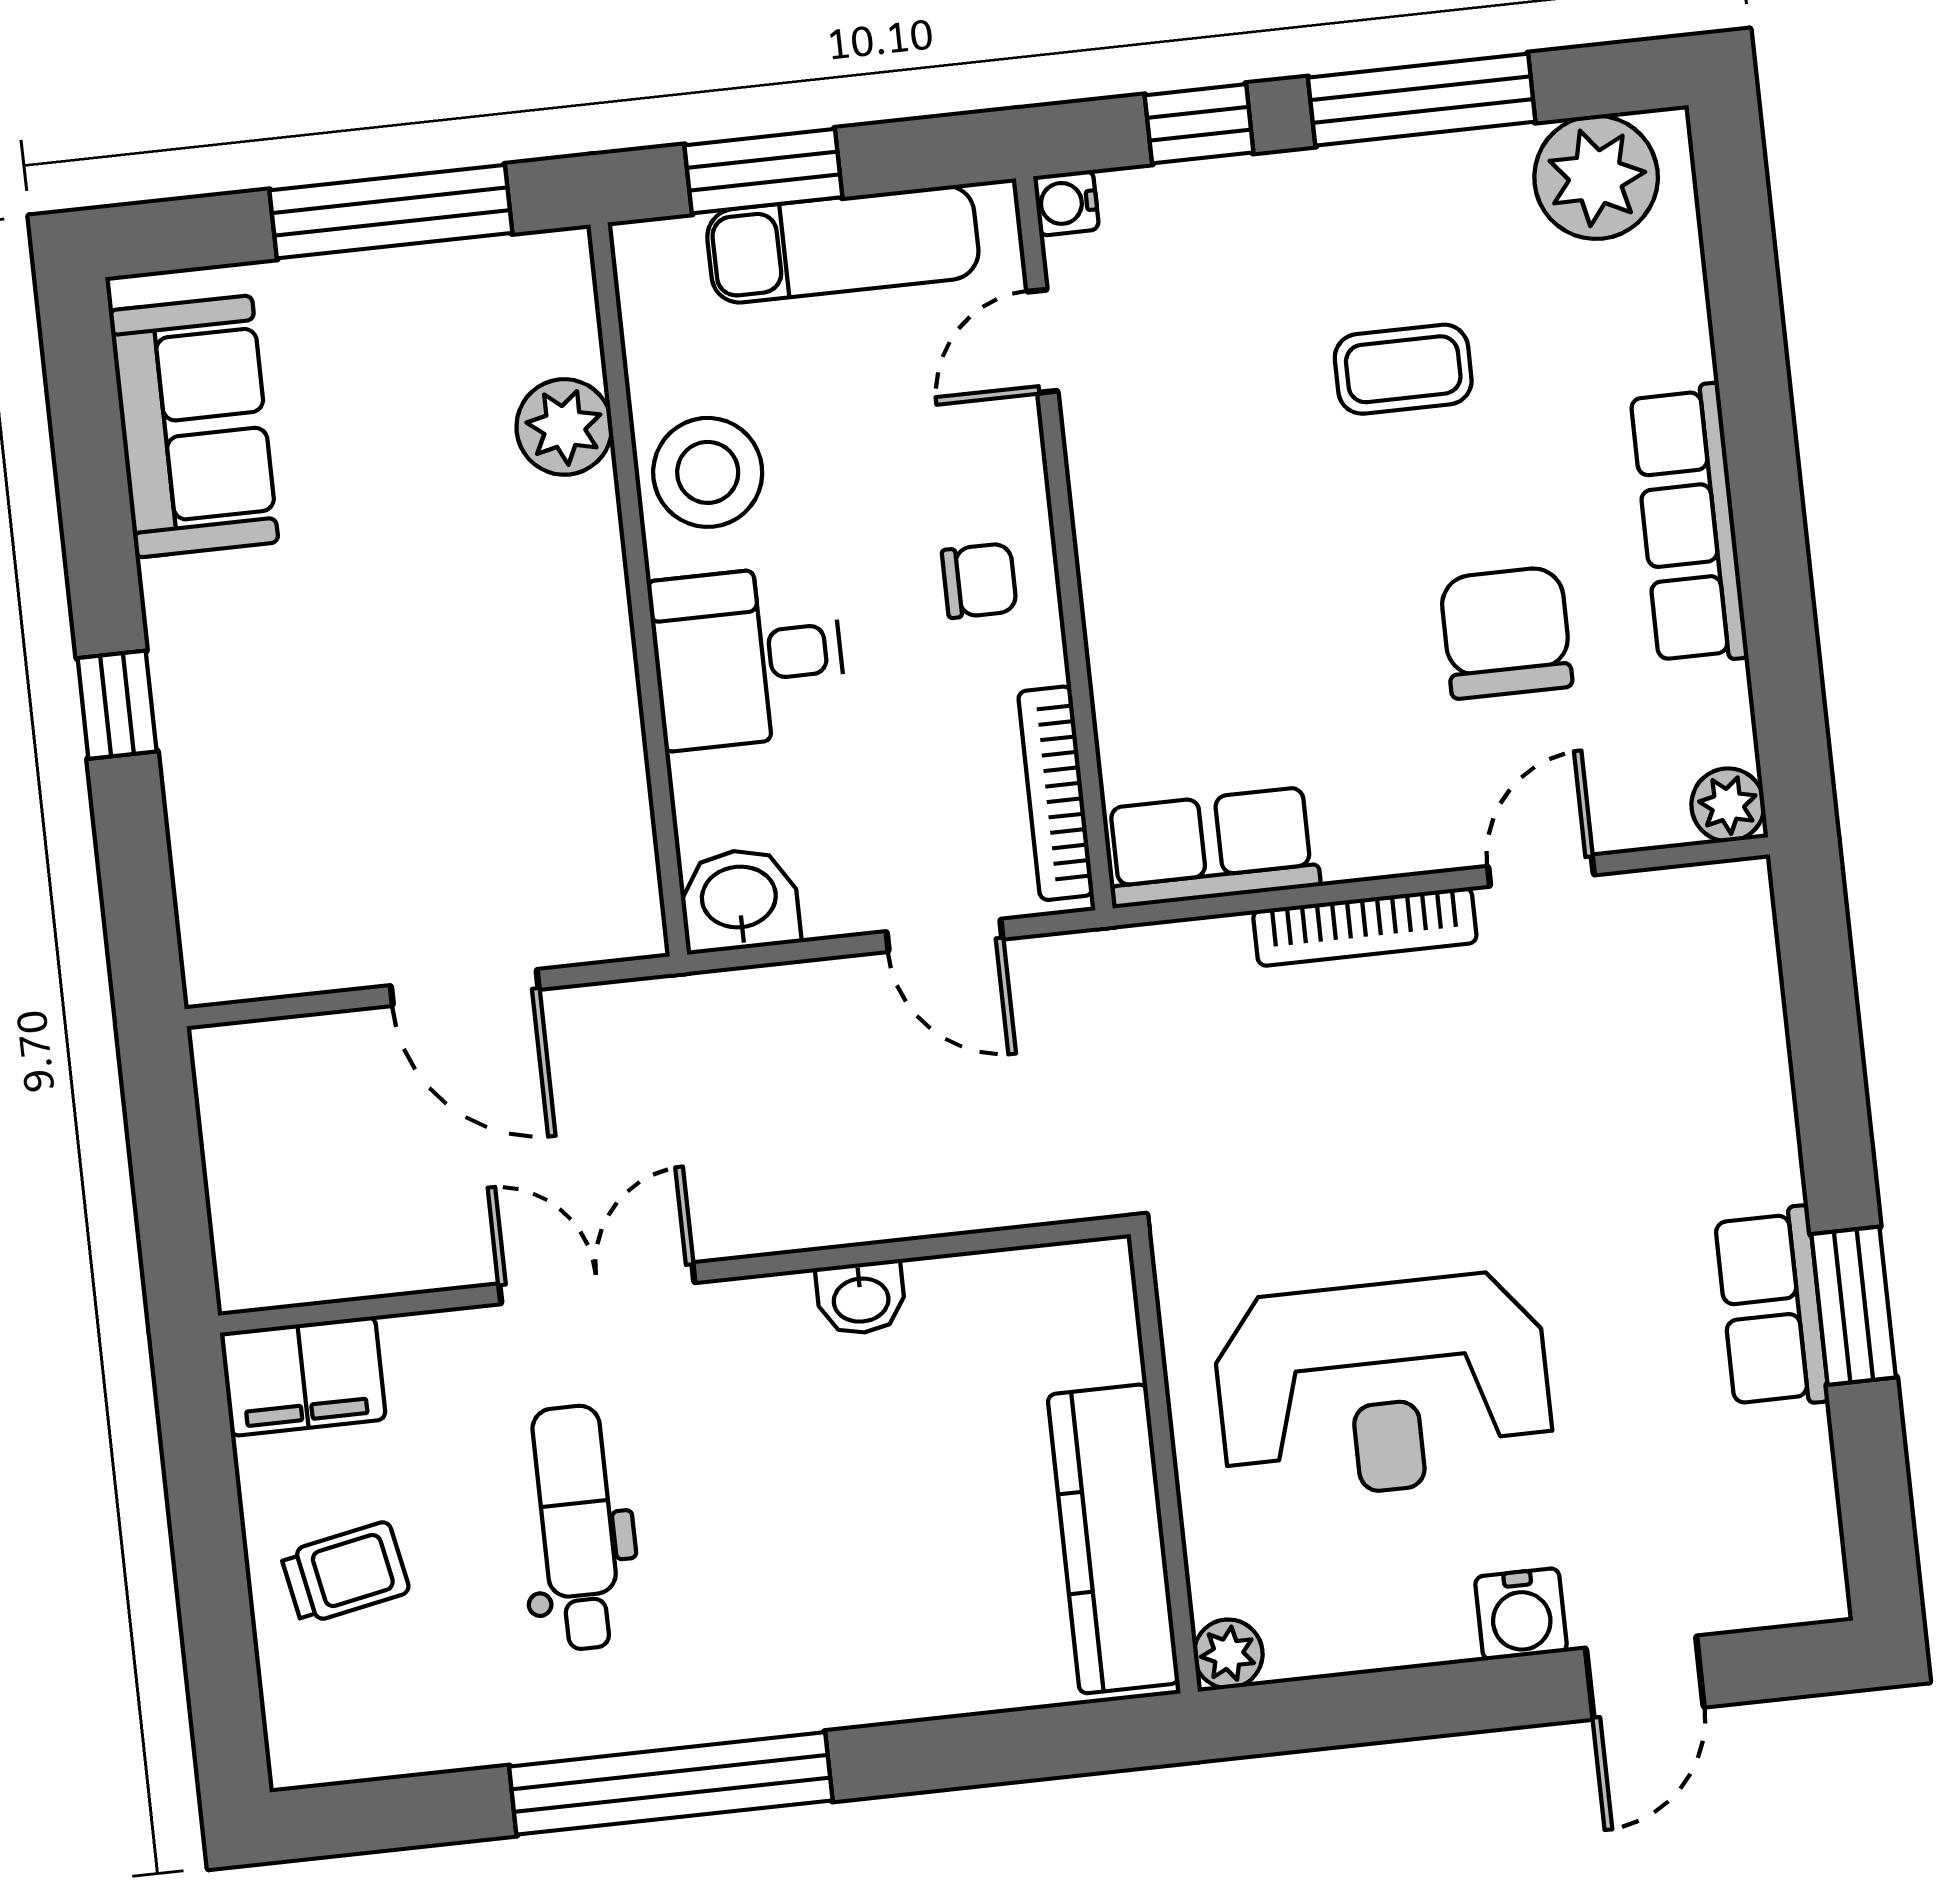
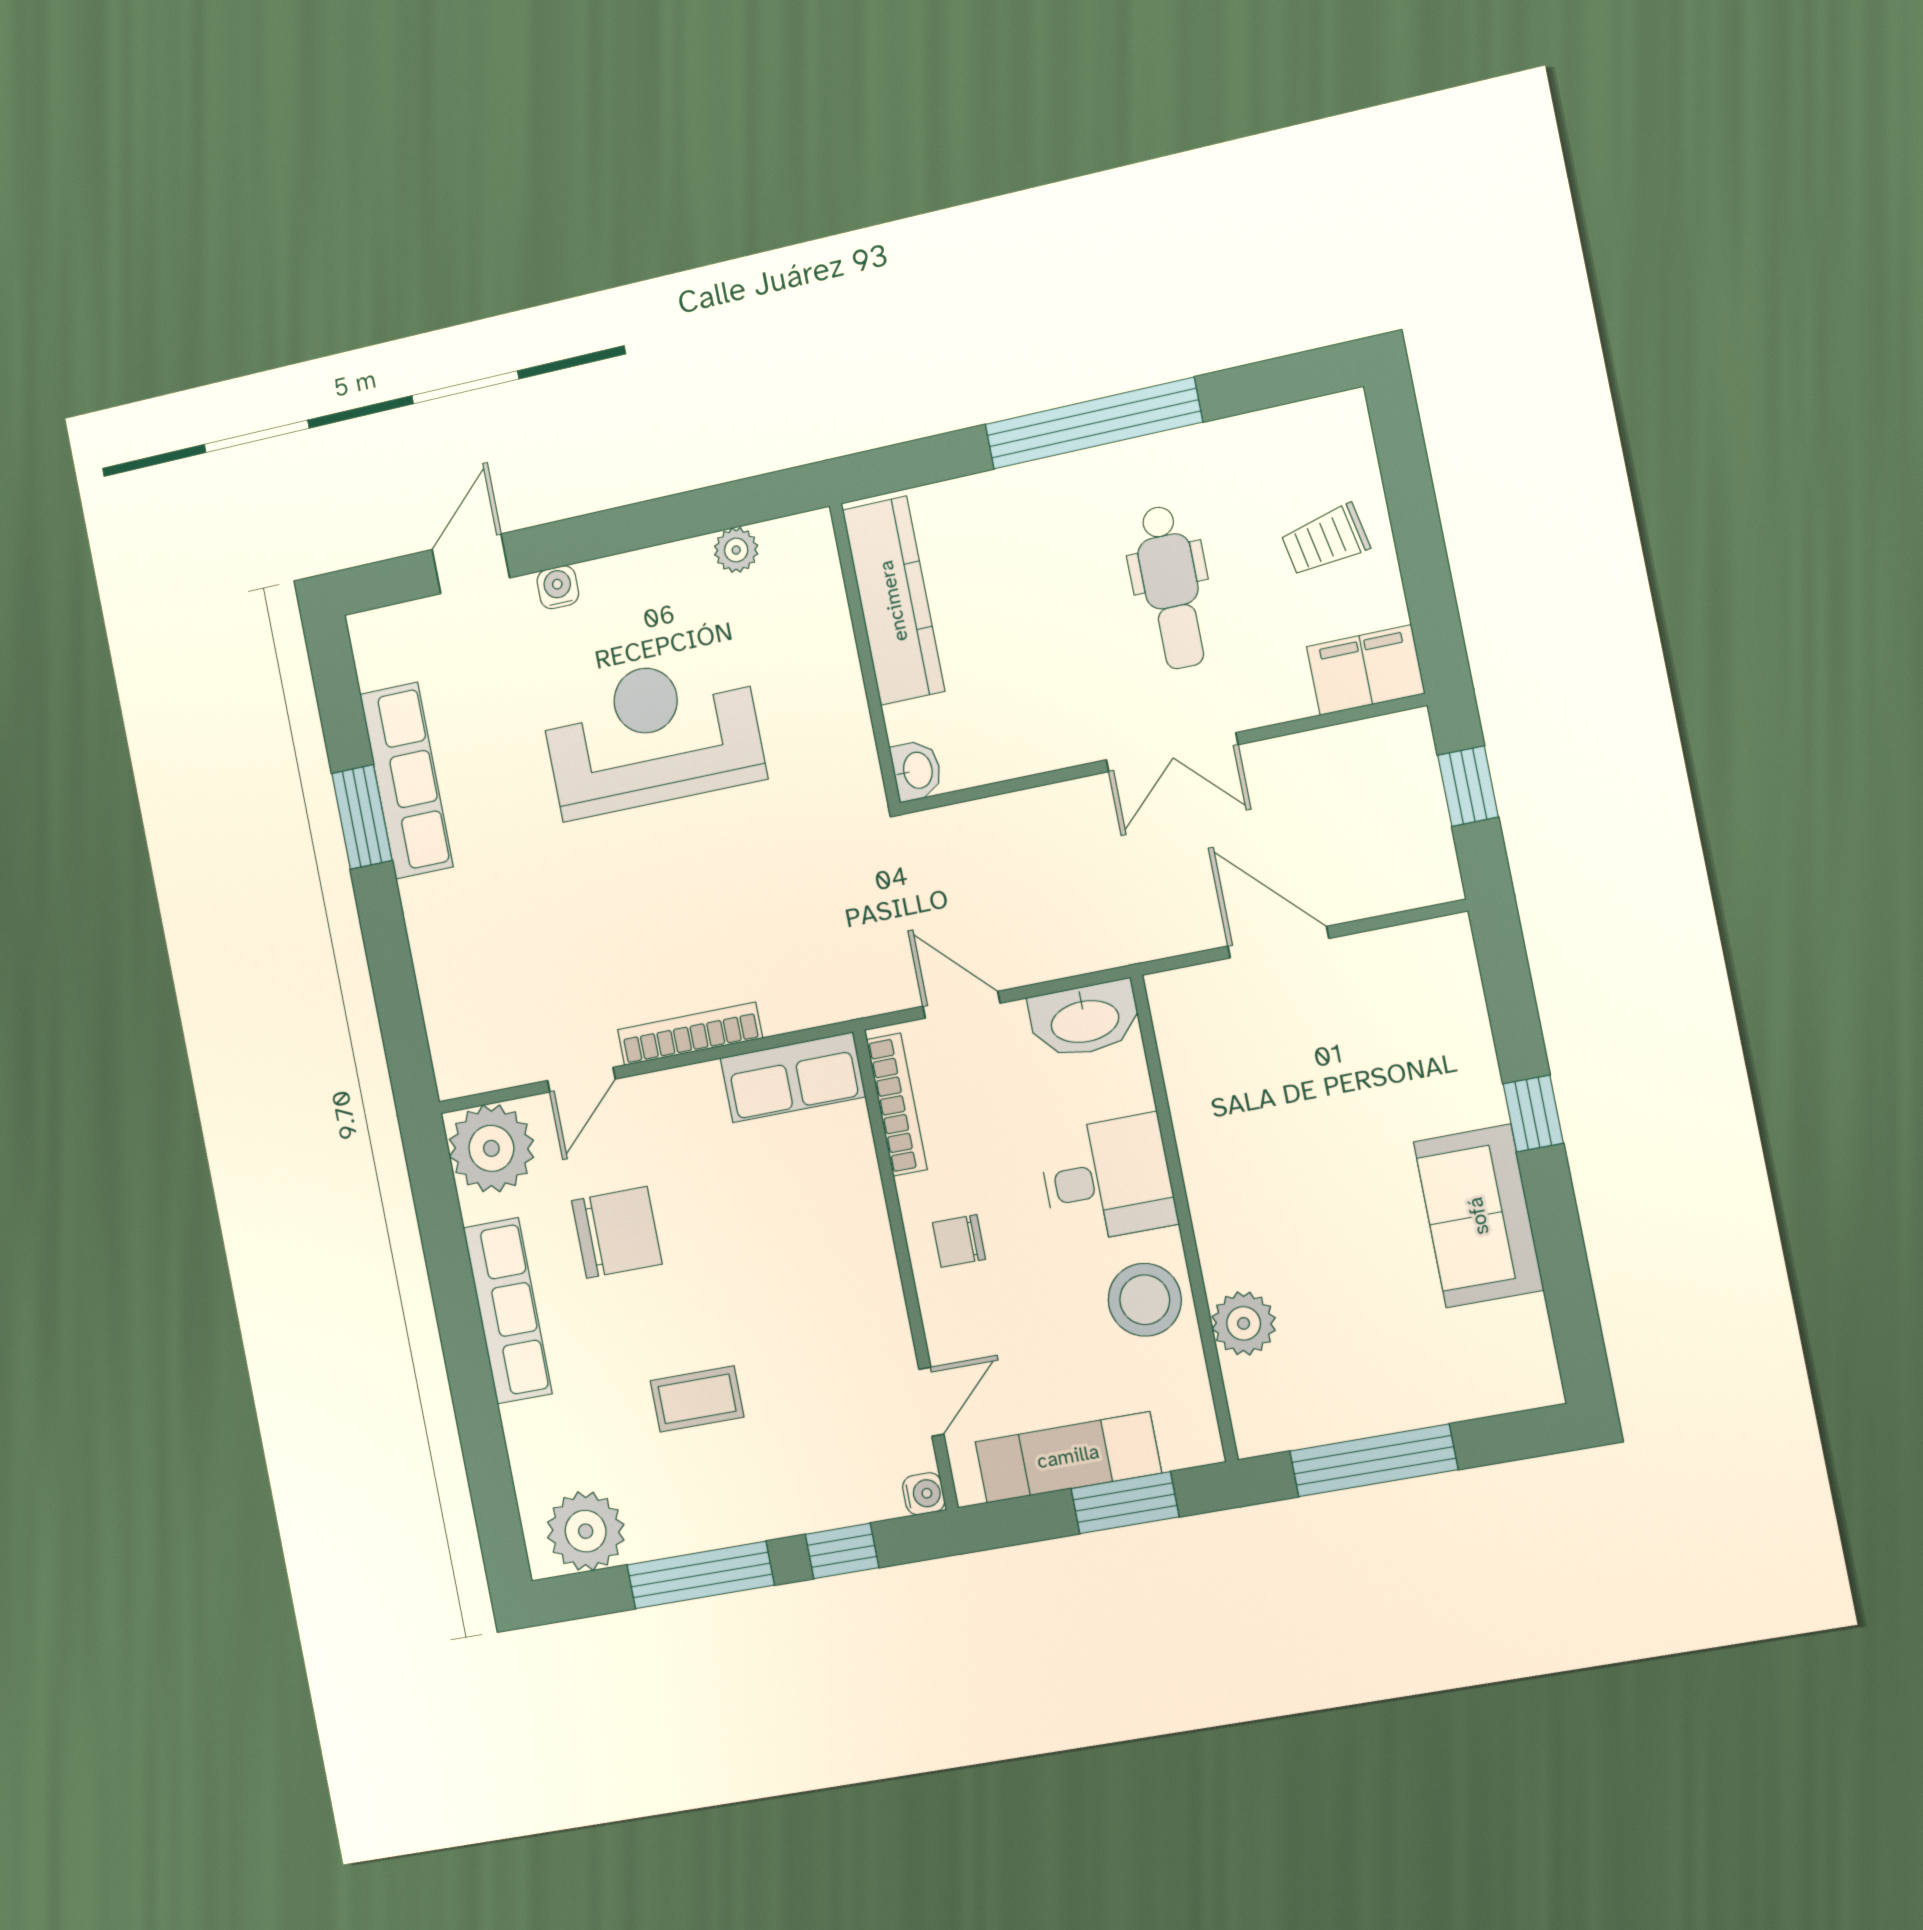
sofa: (194, 426) -> (1479, 1216), moved
chair: (1506, 633) -> (617, 1232), turned -90
plant: (1728, 805) -> (491, 1148), width x1.88, depth x1.88
washbasin: (739, 900) -> (1085, 1020), width x1.38
window: (170, 1191) -> (1468, 786), added
washbasin: (861, 1298) -> (917, 771), moved, turned 90
row of seats: (1772, 1308) -> (407, 781), width x1.48
wall: (1164, 1463) -> (865, 654), moved
kitchen counter: (1113, 1539) -> (894, 601), moved
water cooler: (1521, 1614) -> (558, 587), width x0.72, depth x0.72

